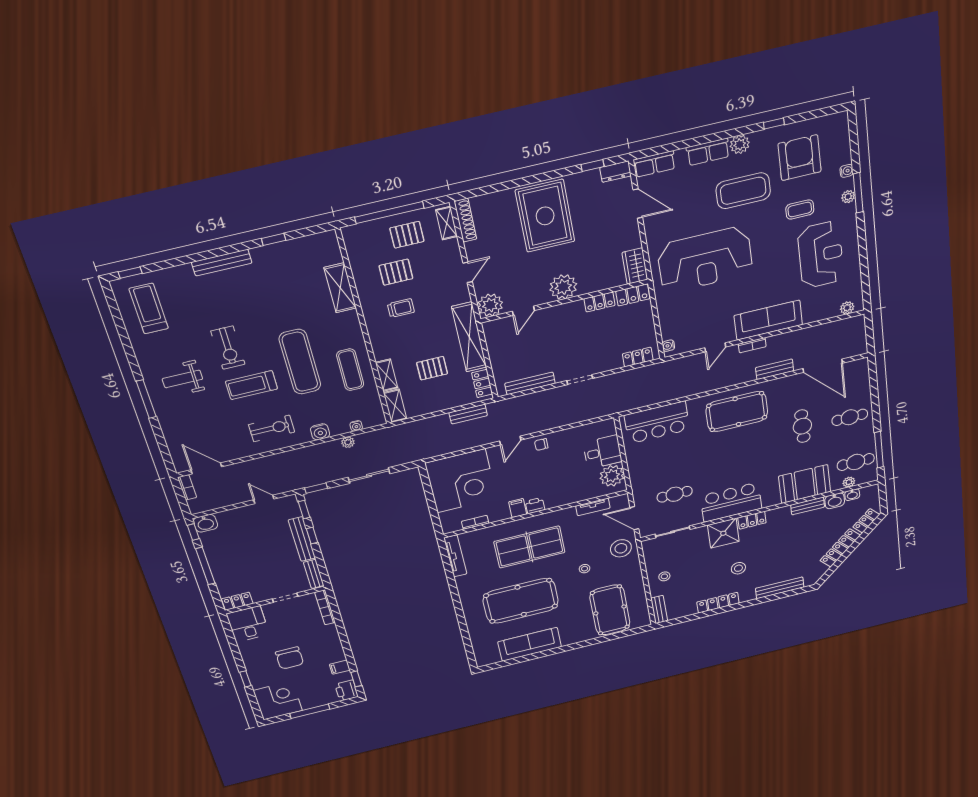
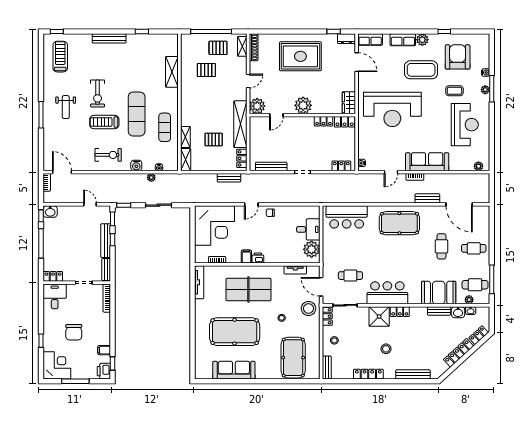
rug: (545, 216) -> (300, 56), turned 90
trolley: (401, 308) -> (204, 94), removed
weight bench: (182, 379) -> (66, 107), turned -90
locker: (649, 551) -> (327, 316), added

